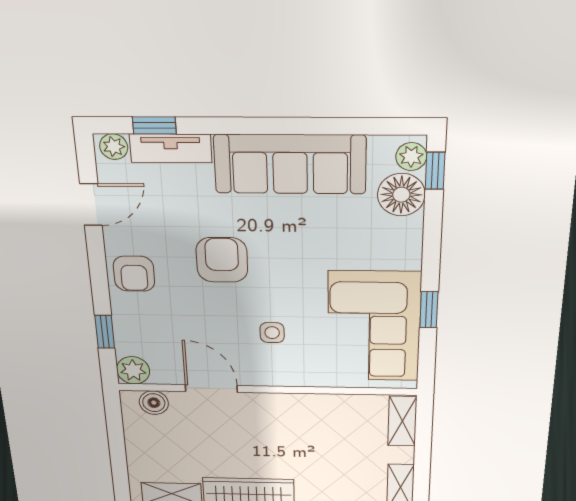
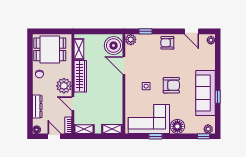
window: (154, 125) -> (218, 97), moved
tv unit: (171, 148) -> (210, 57), removed
floor lamp: (401, 195) -> (177, 126), moved
armchair: (222, 260) -> (171, 85), moved
door: (211, 389) -> (124, 65), swing flipped
boiler: (154, 403) -> (114, 46), width x1.86, depth x1.86

